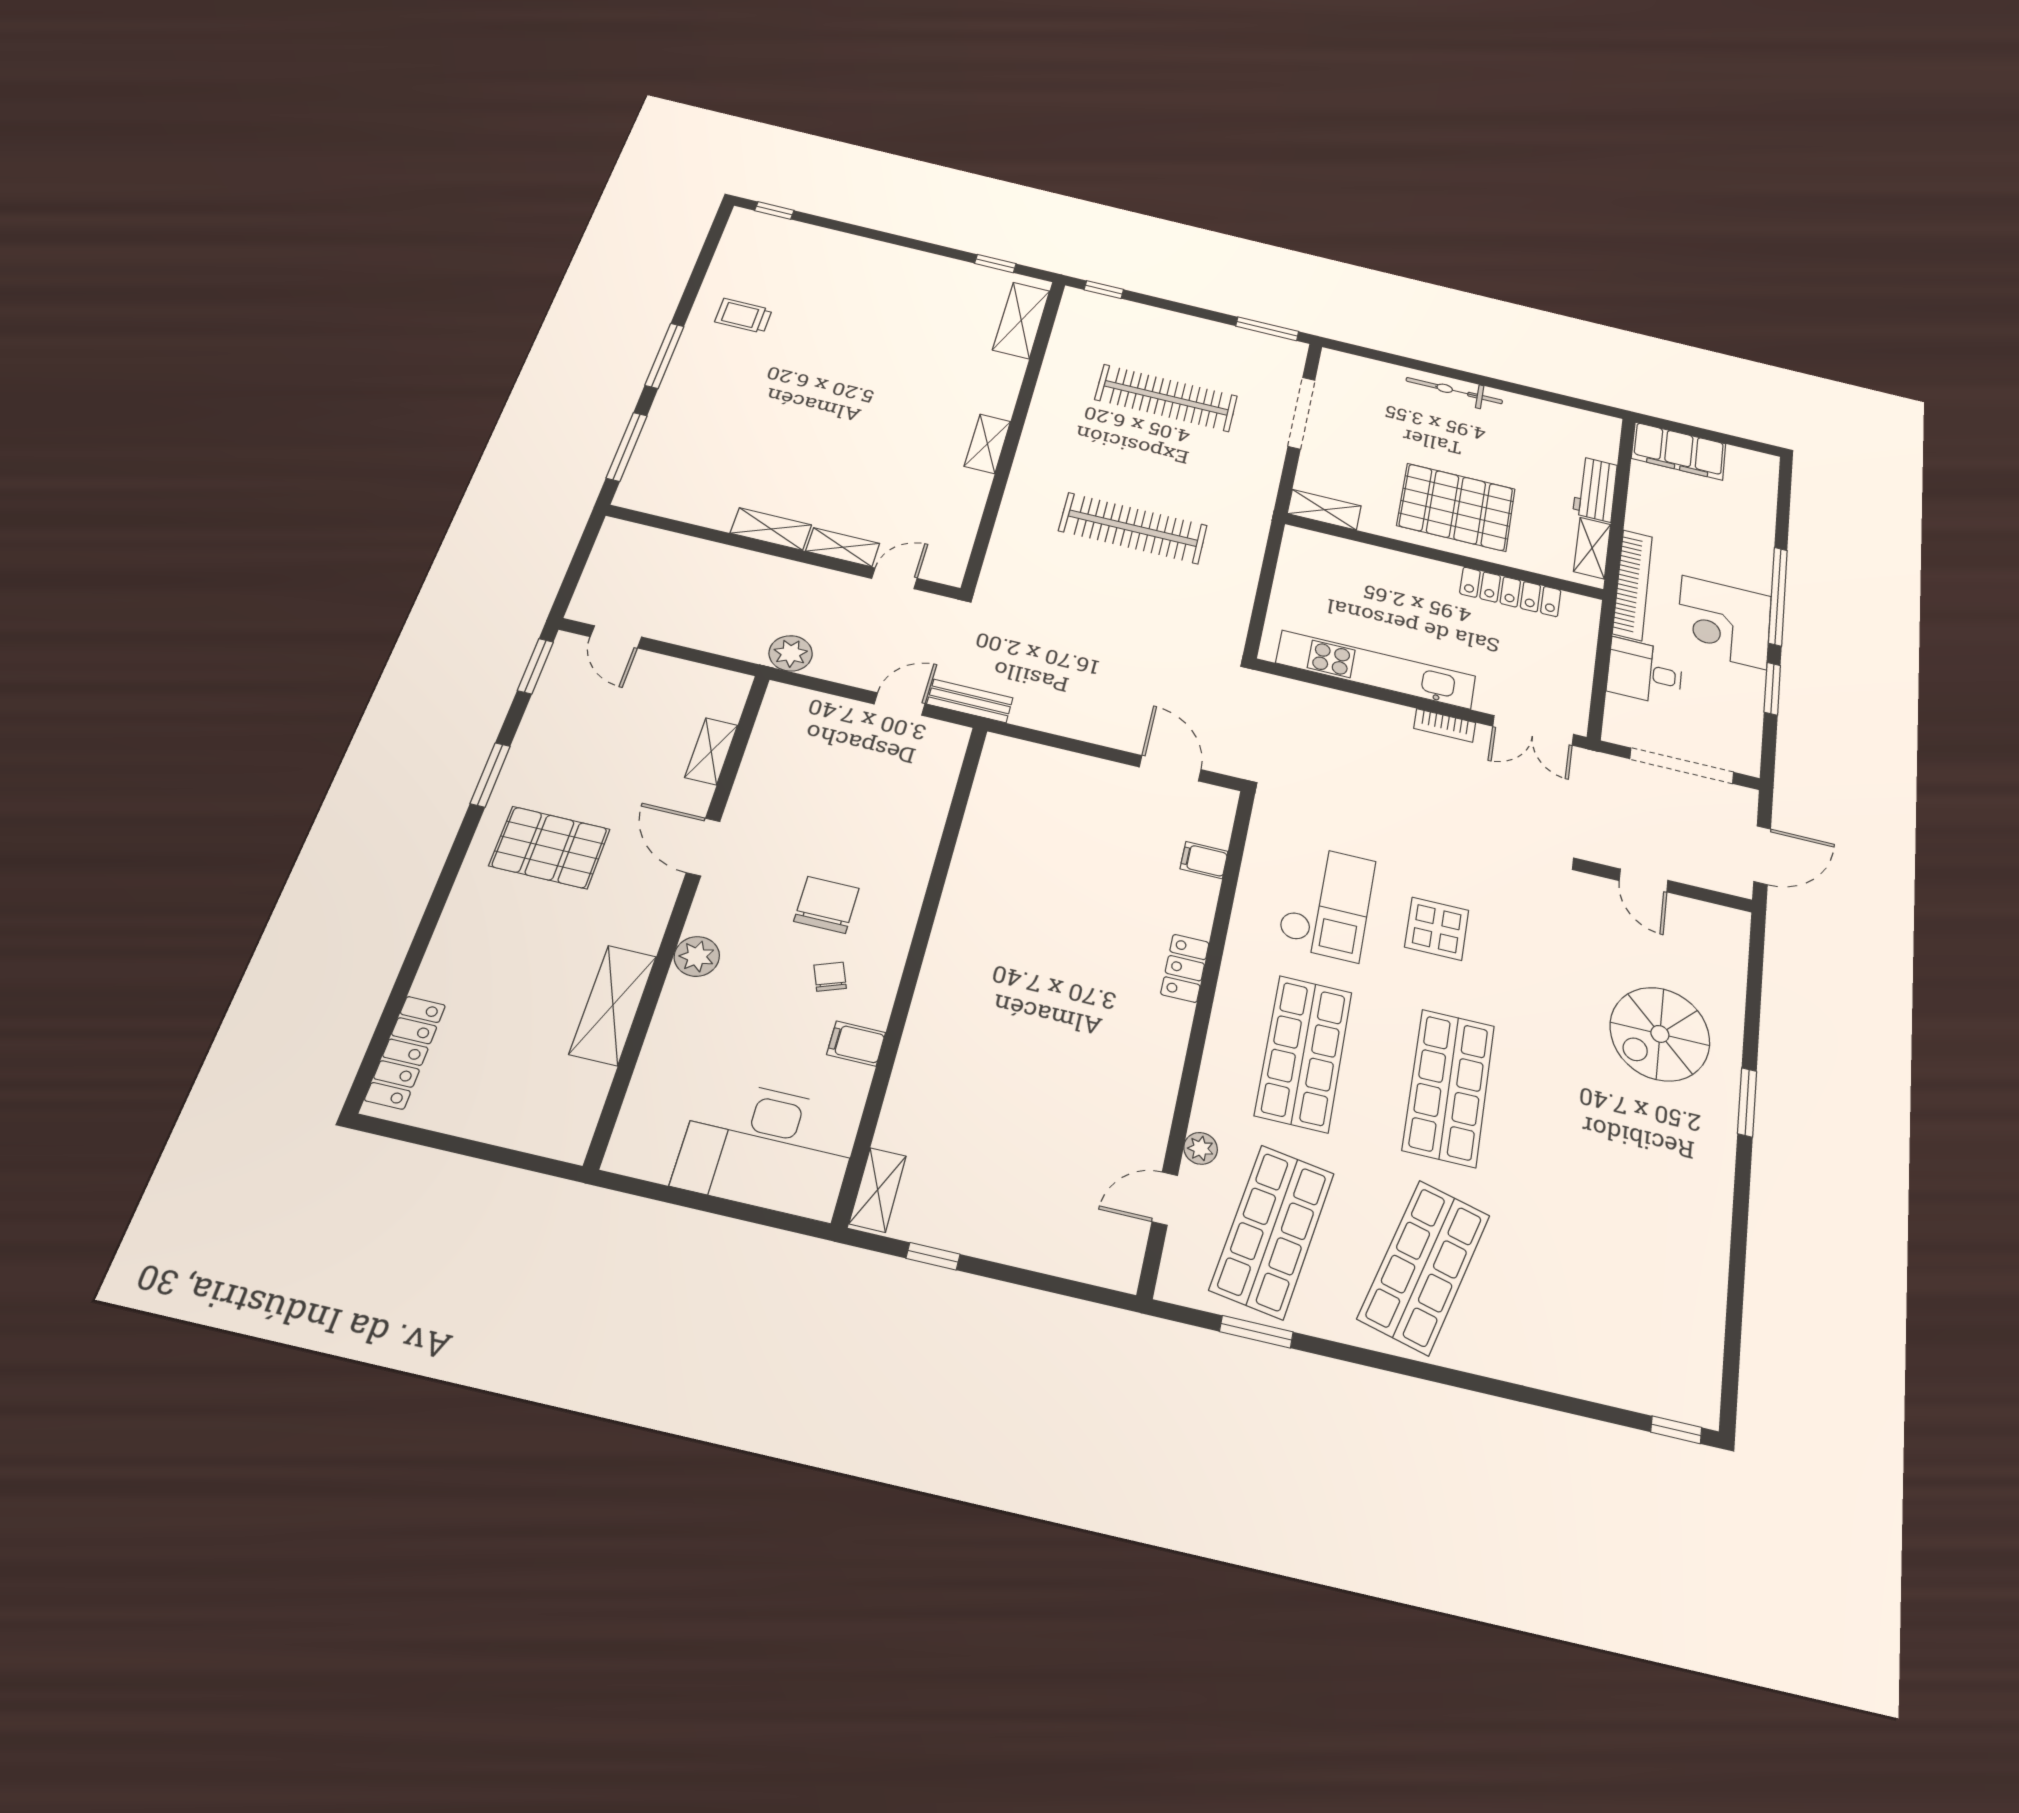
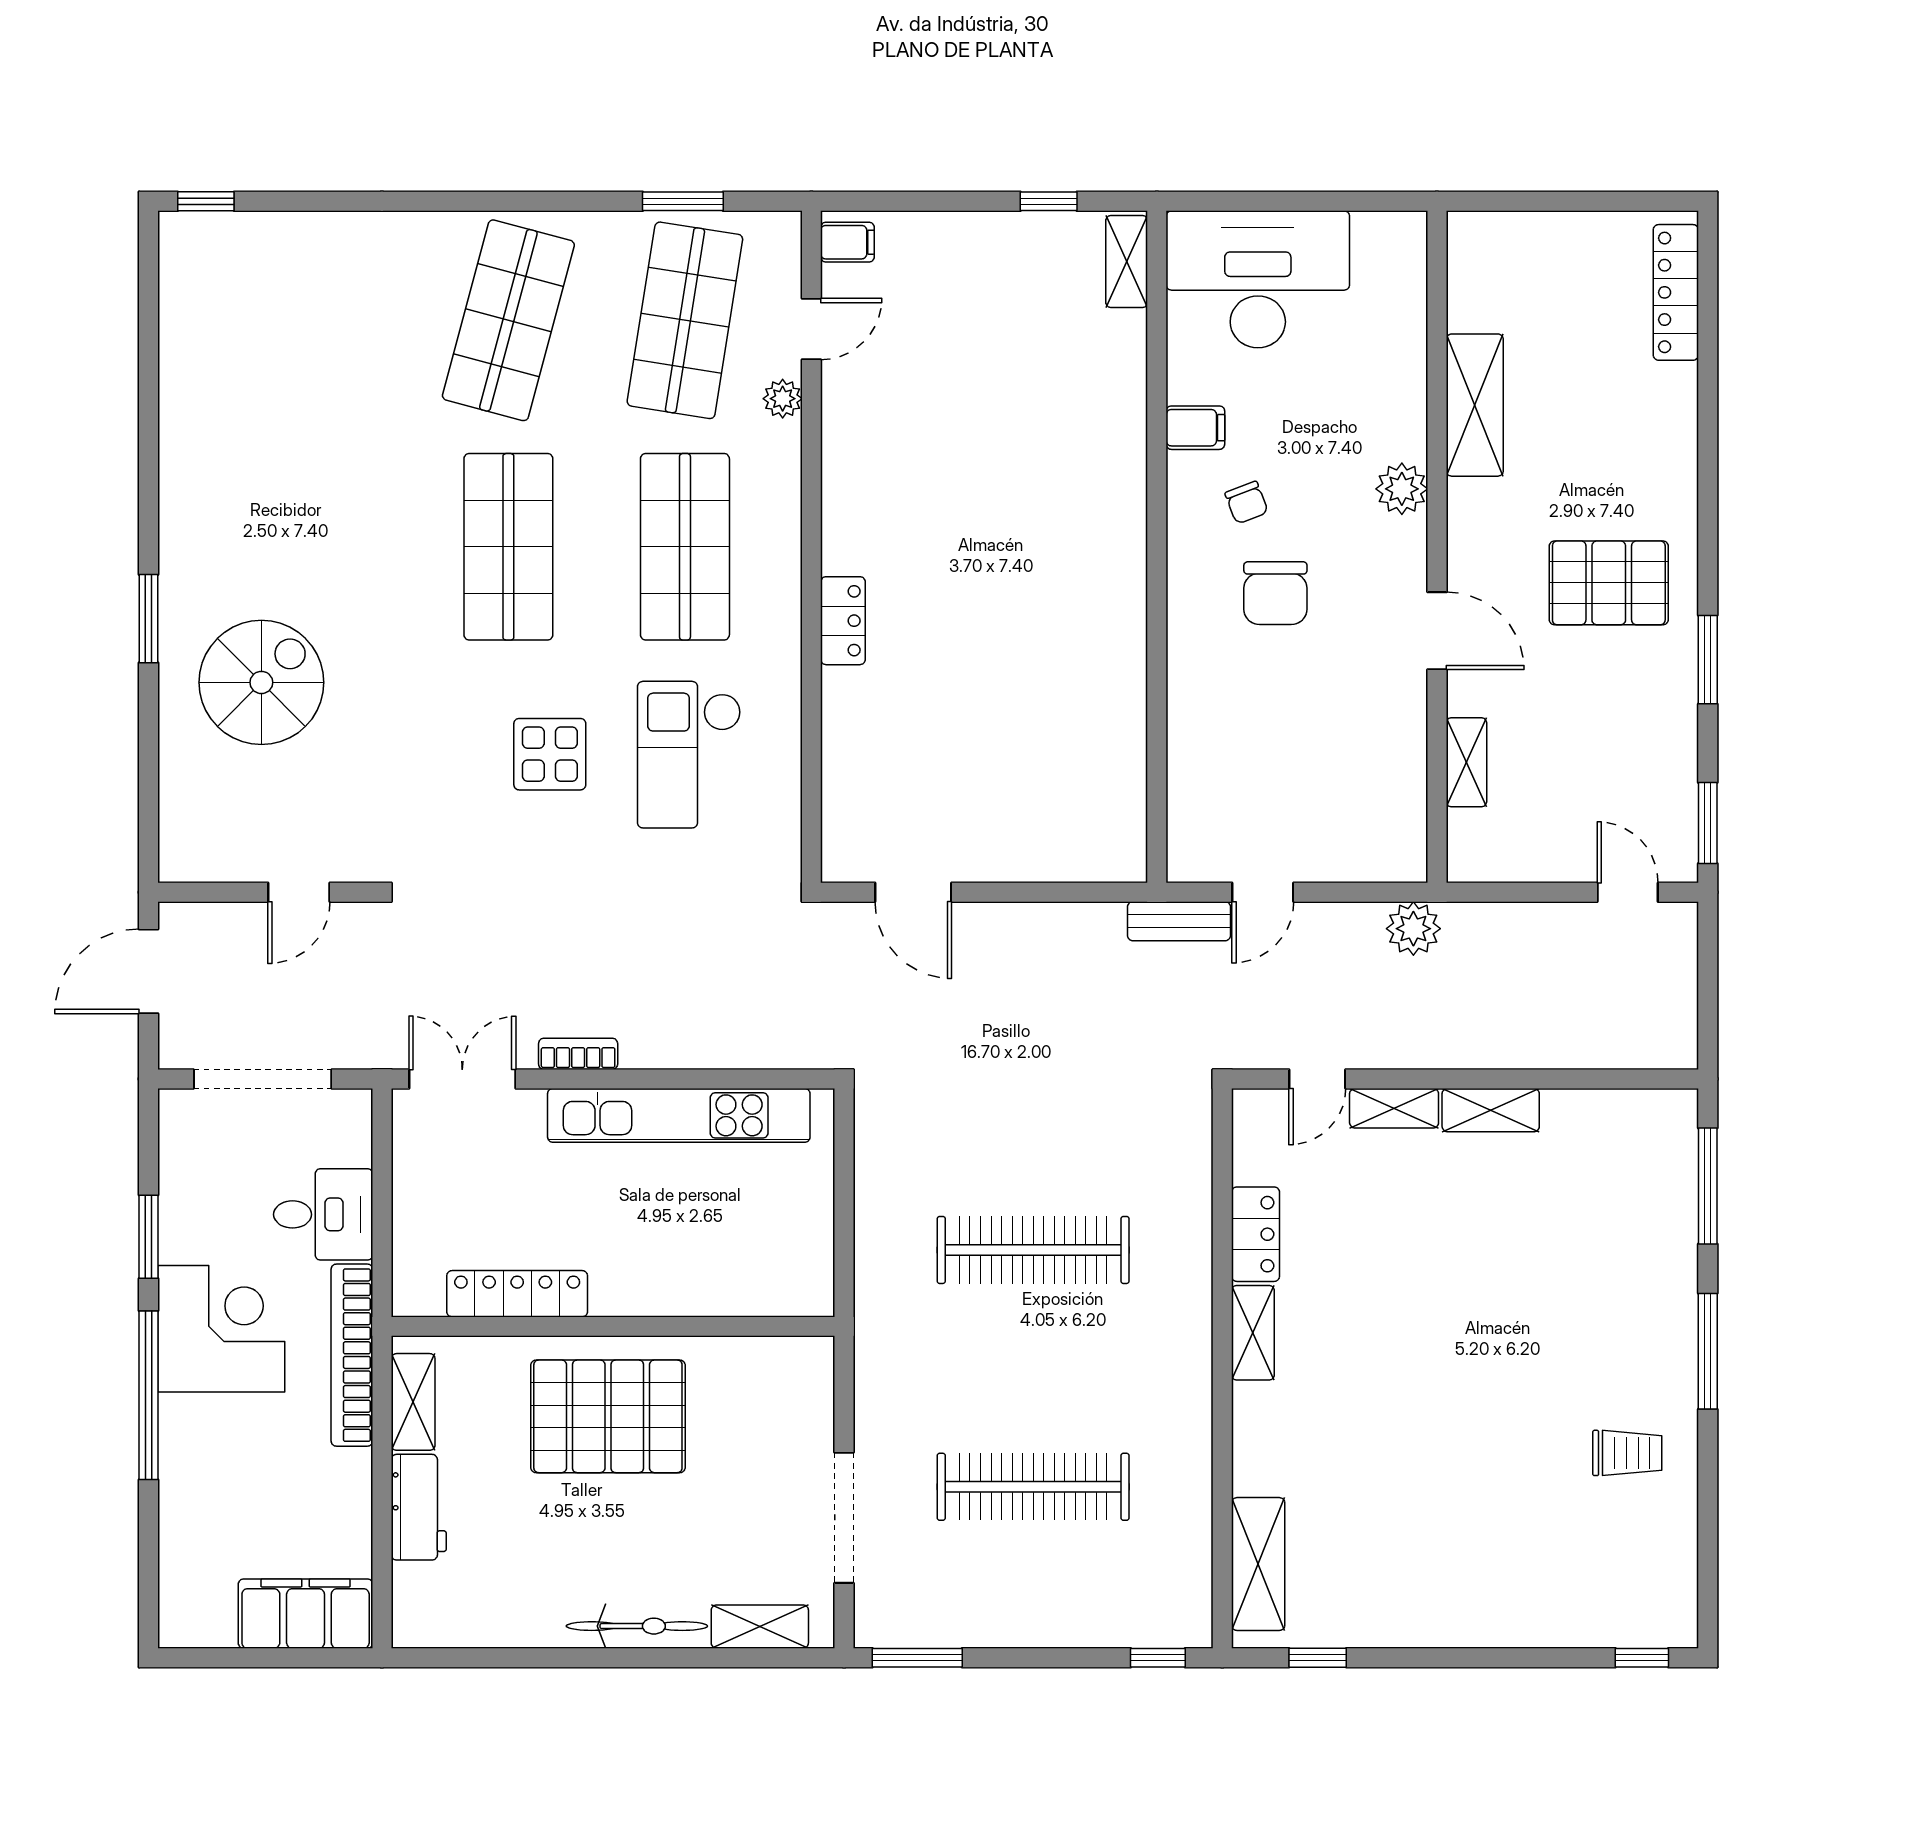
locker: (969, 499) -> (1255, 1234), added
shelving: (1324, 510) -> (760, 1627), moved
filing cabinet: (1204, 860) -> (847, 242), moved
door: (1644, 880) -> (299, 892), swing flipped

